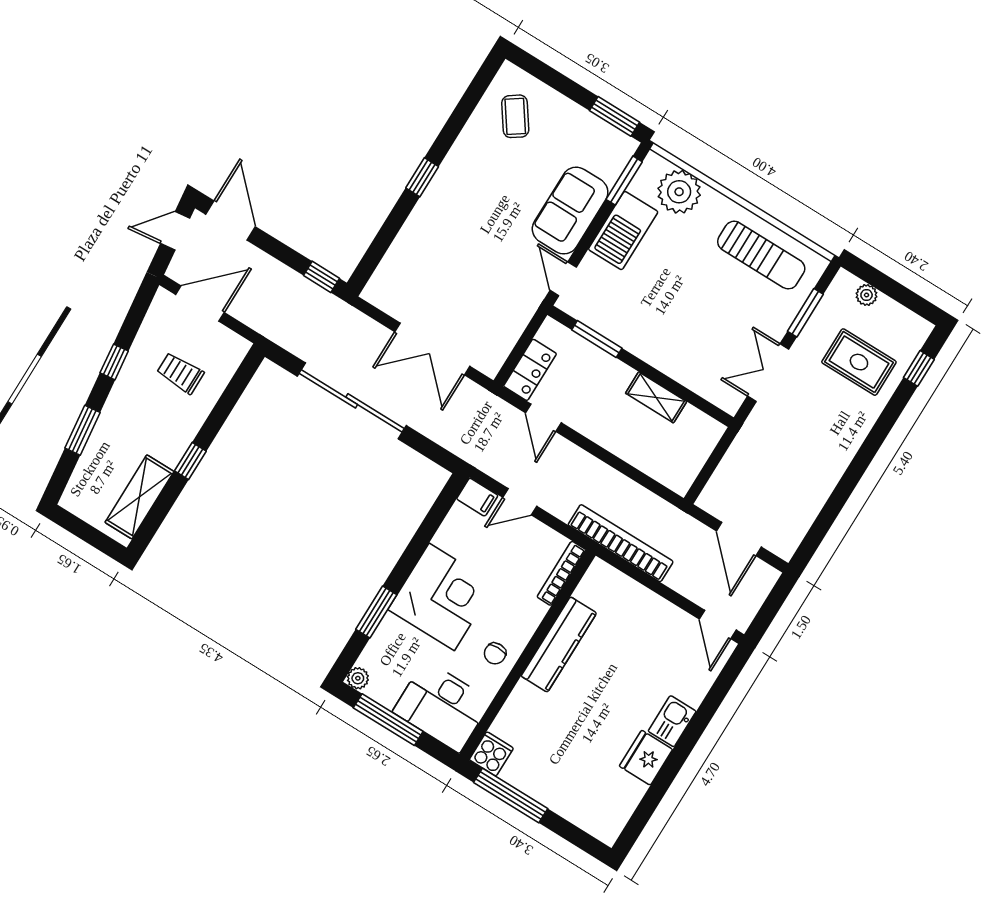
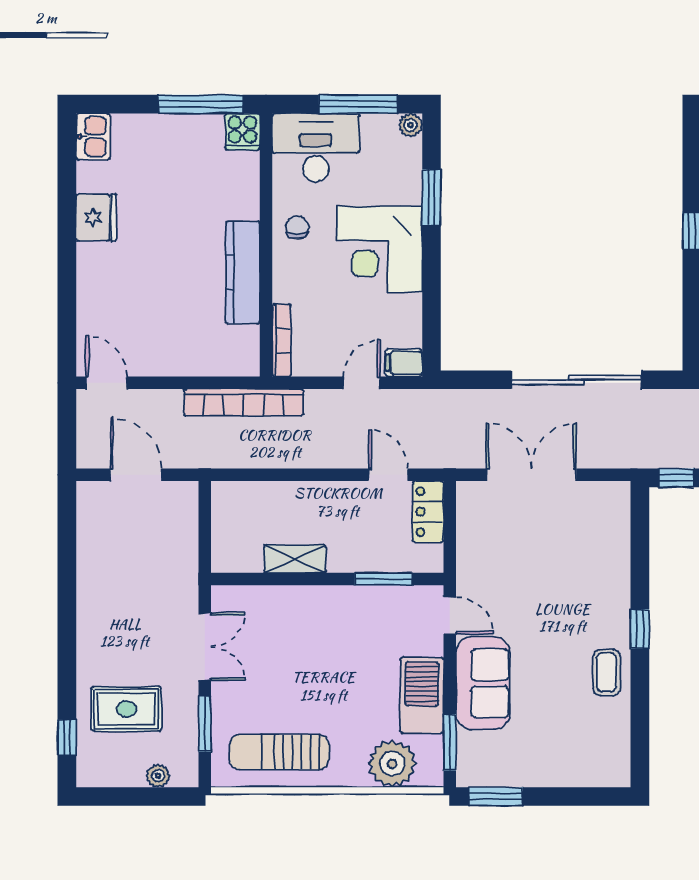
coffee table: (515, 116) -> (607, 672), moved, turned 35
kitchen sink: (672, 721) -> (93, 137), moved

